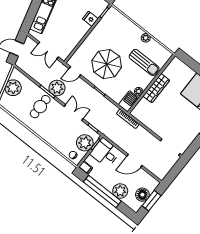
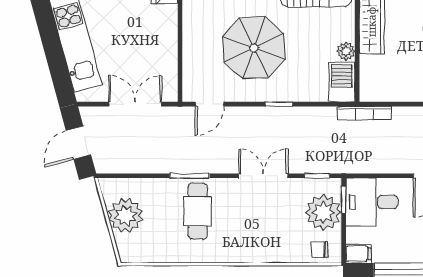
double door: (48, 50) -> (135, 104), swing flipped
plant: (57, 88) -> (201, 156), removed

